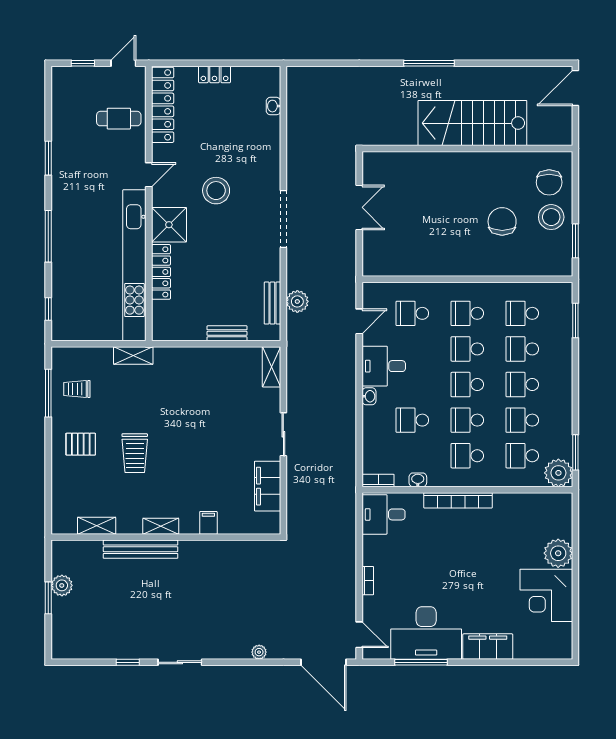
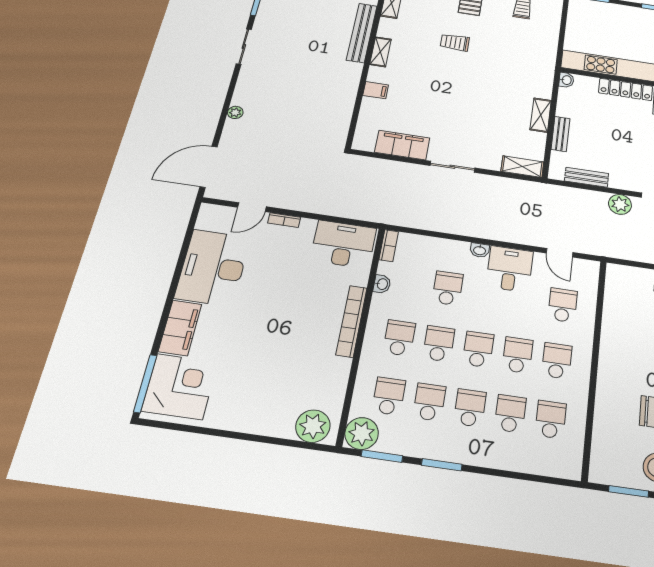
plant: (297, 301) -> (620, 204), moved
window: (575, 320) -> (442, 465), moved
washbasin: (161, 334) -> (566, 80), added
shelving: (133, 355) -> (541, 115), moved
trolley: (135, 453) -> (455, 42), width x0.73, depth x0.72
desk: (383, 514) -> (343, 244), width x1.37
plant: (558, 553) -> (313, 426), moved
corner desk: (546, 595) -> (180, 386), moved, turned 90
door: (359, 635) -> (252, 207), moved
window: (421, 662) -> (145, 383), moved

